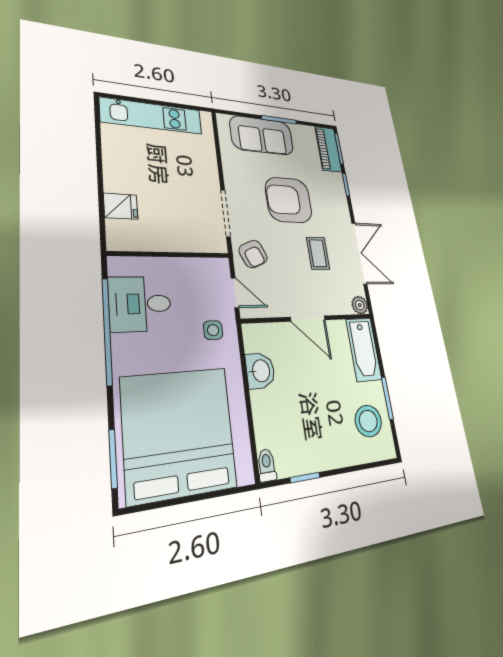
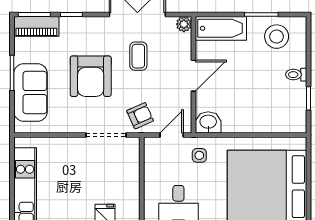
coffee table: (318, 253) -> (138, 56), turned 90
washbasin: (260, 371) -> (208, 122), moved
toilet: (267, 465) -> (296, 75), moved

